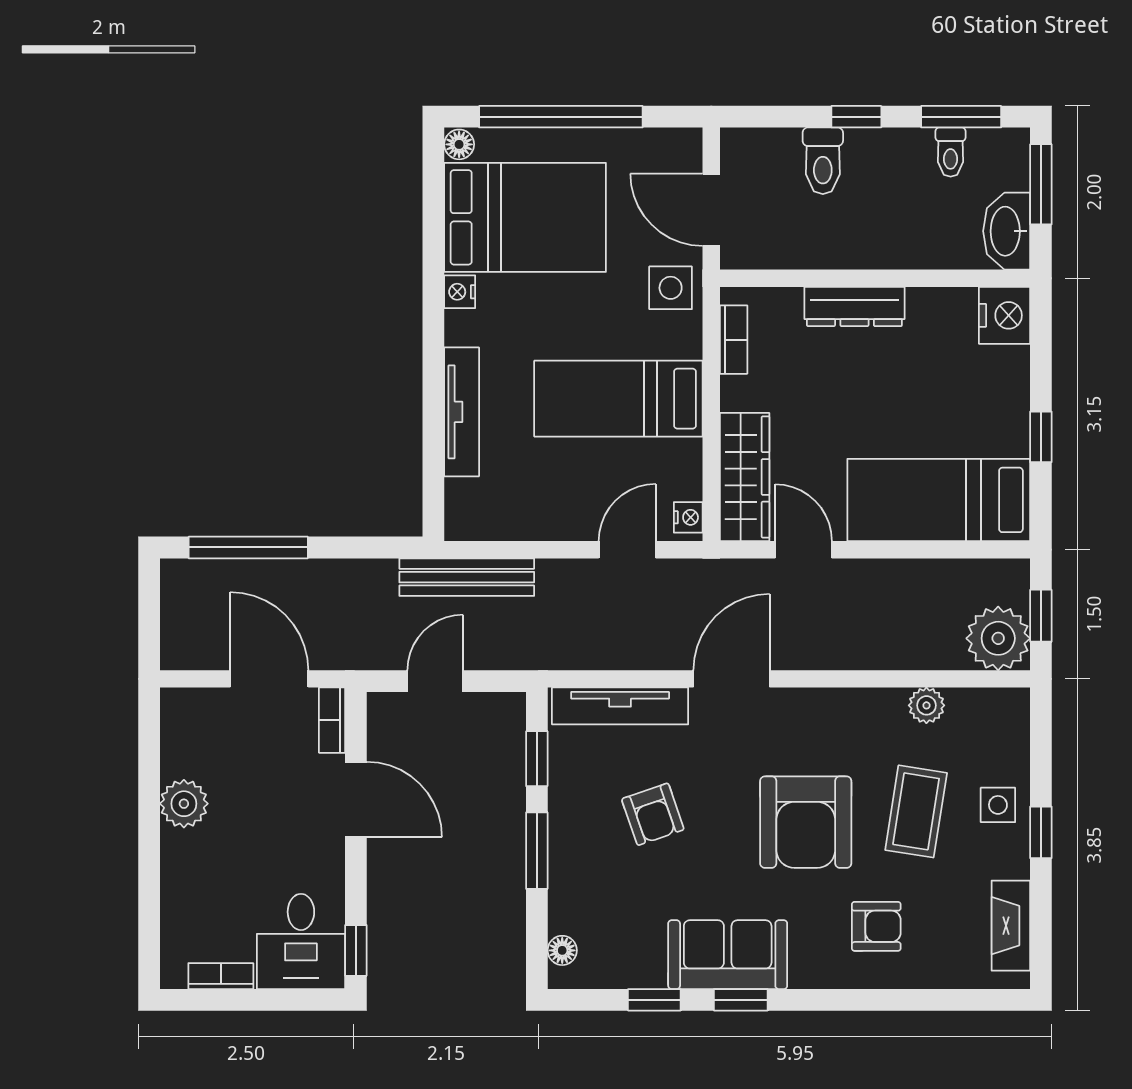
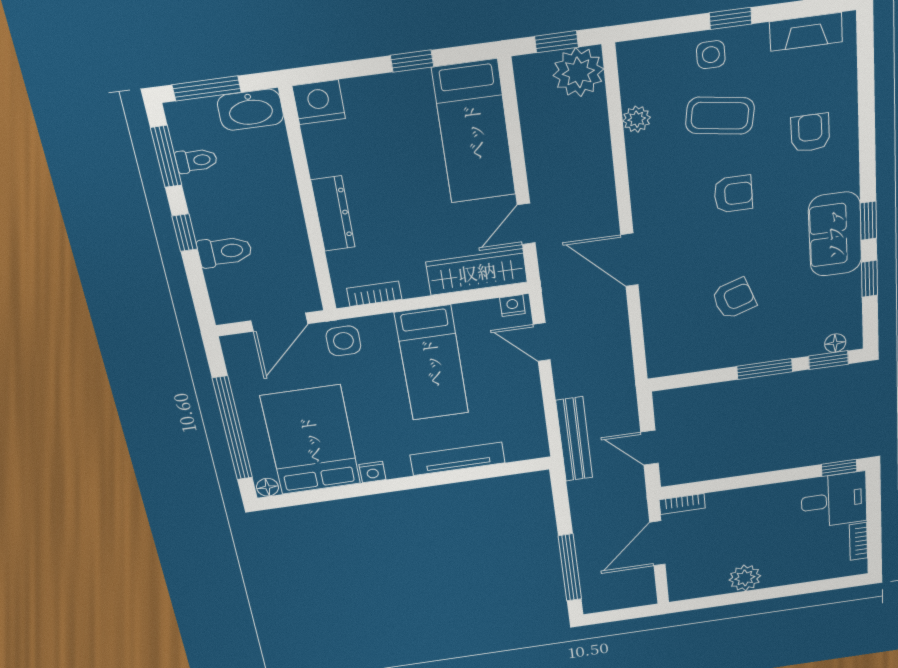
tv unit: (620, 706) -> (656, 331), removed
window: (537, 759) -> (829, 360), moved
door: (356, 799) -> (736, 483), removed
armchair: (806, 822) -> (733, 194), width x0.53, depth x0.53

